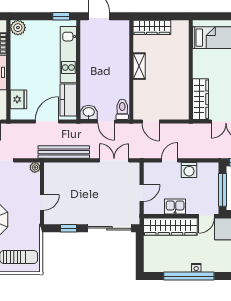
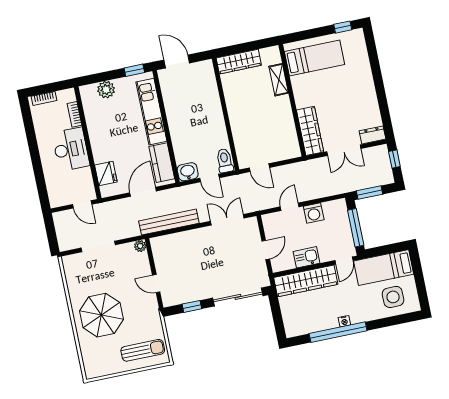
plant: (18, 28) -> (106, 90), moved
shelving: (139, 66) -> (279, 80), moved
door: (42, 202) -> (156, 284), swing flipped

